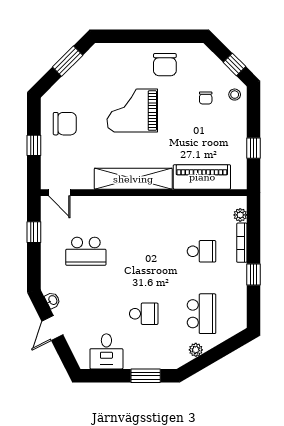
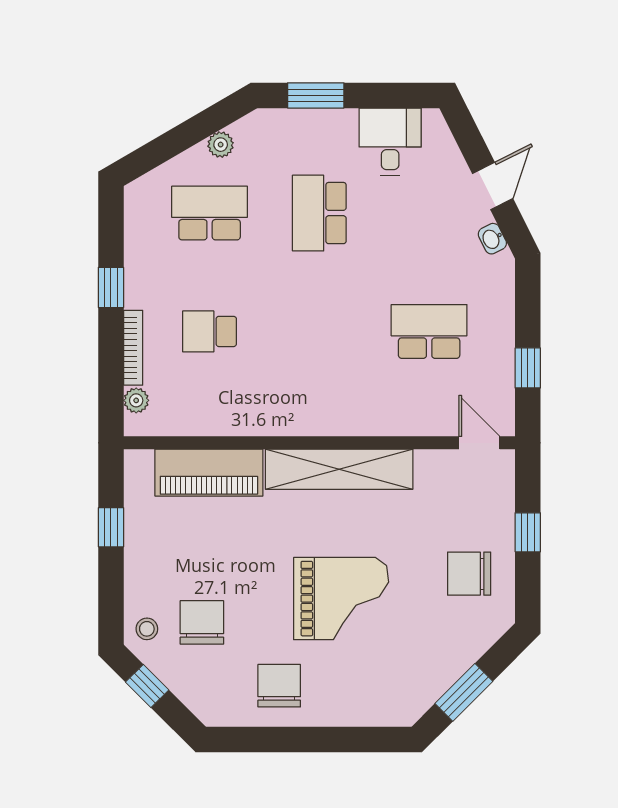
chair: (206, 98) -> (202, 622), width x1.87, depth x1.87
school desk: (144, 314) -> (319, 213), width x1.85
school desk: (202, 314) -> (210, 213), turned 90

